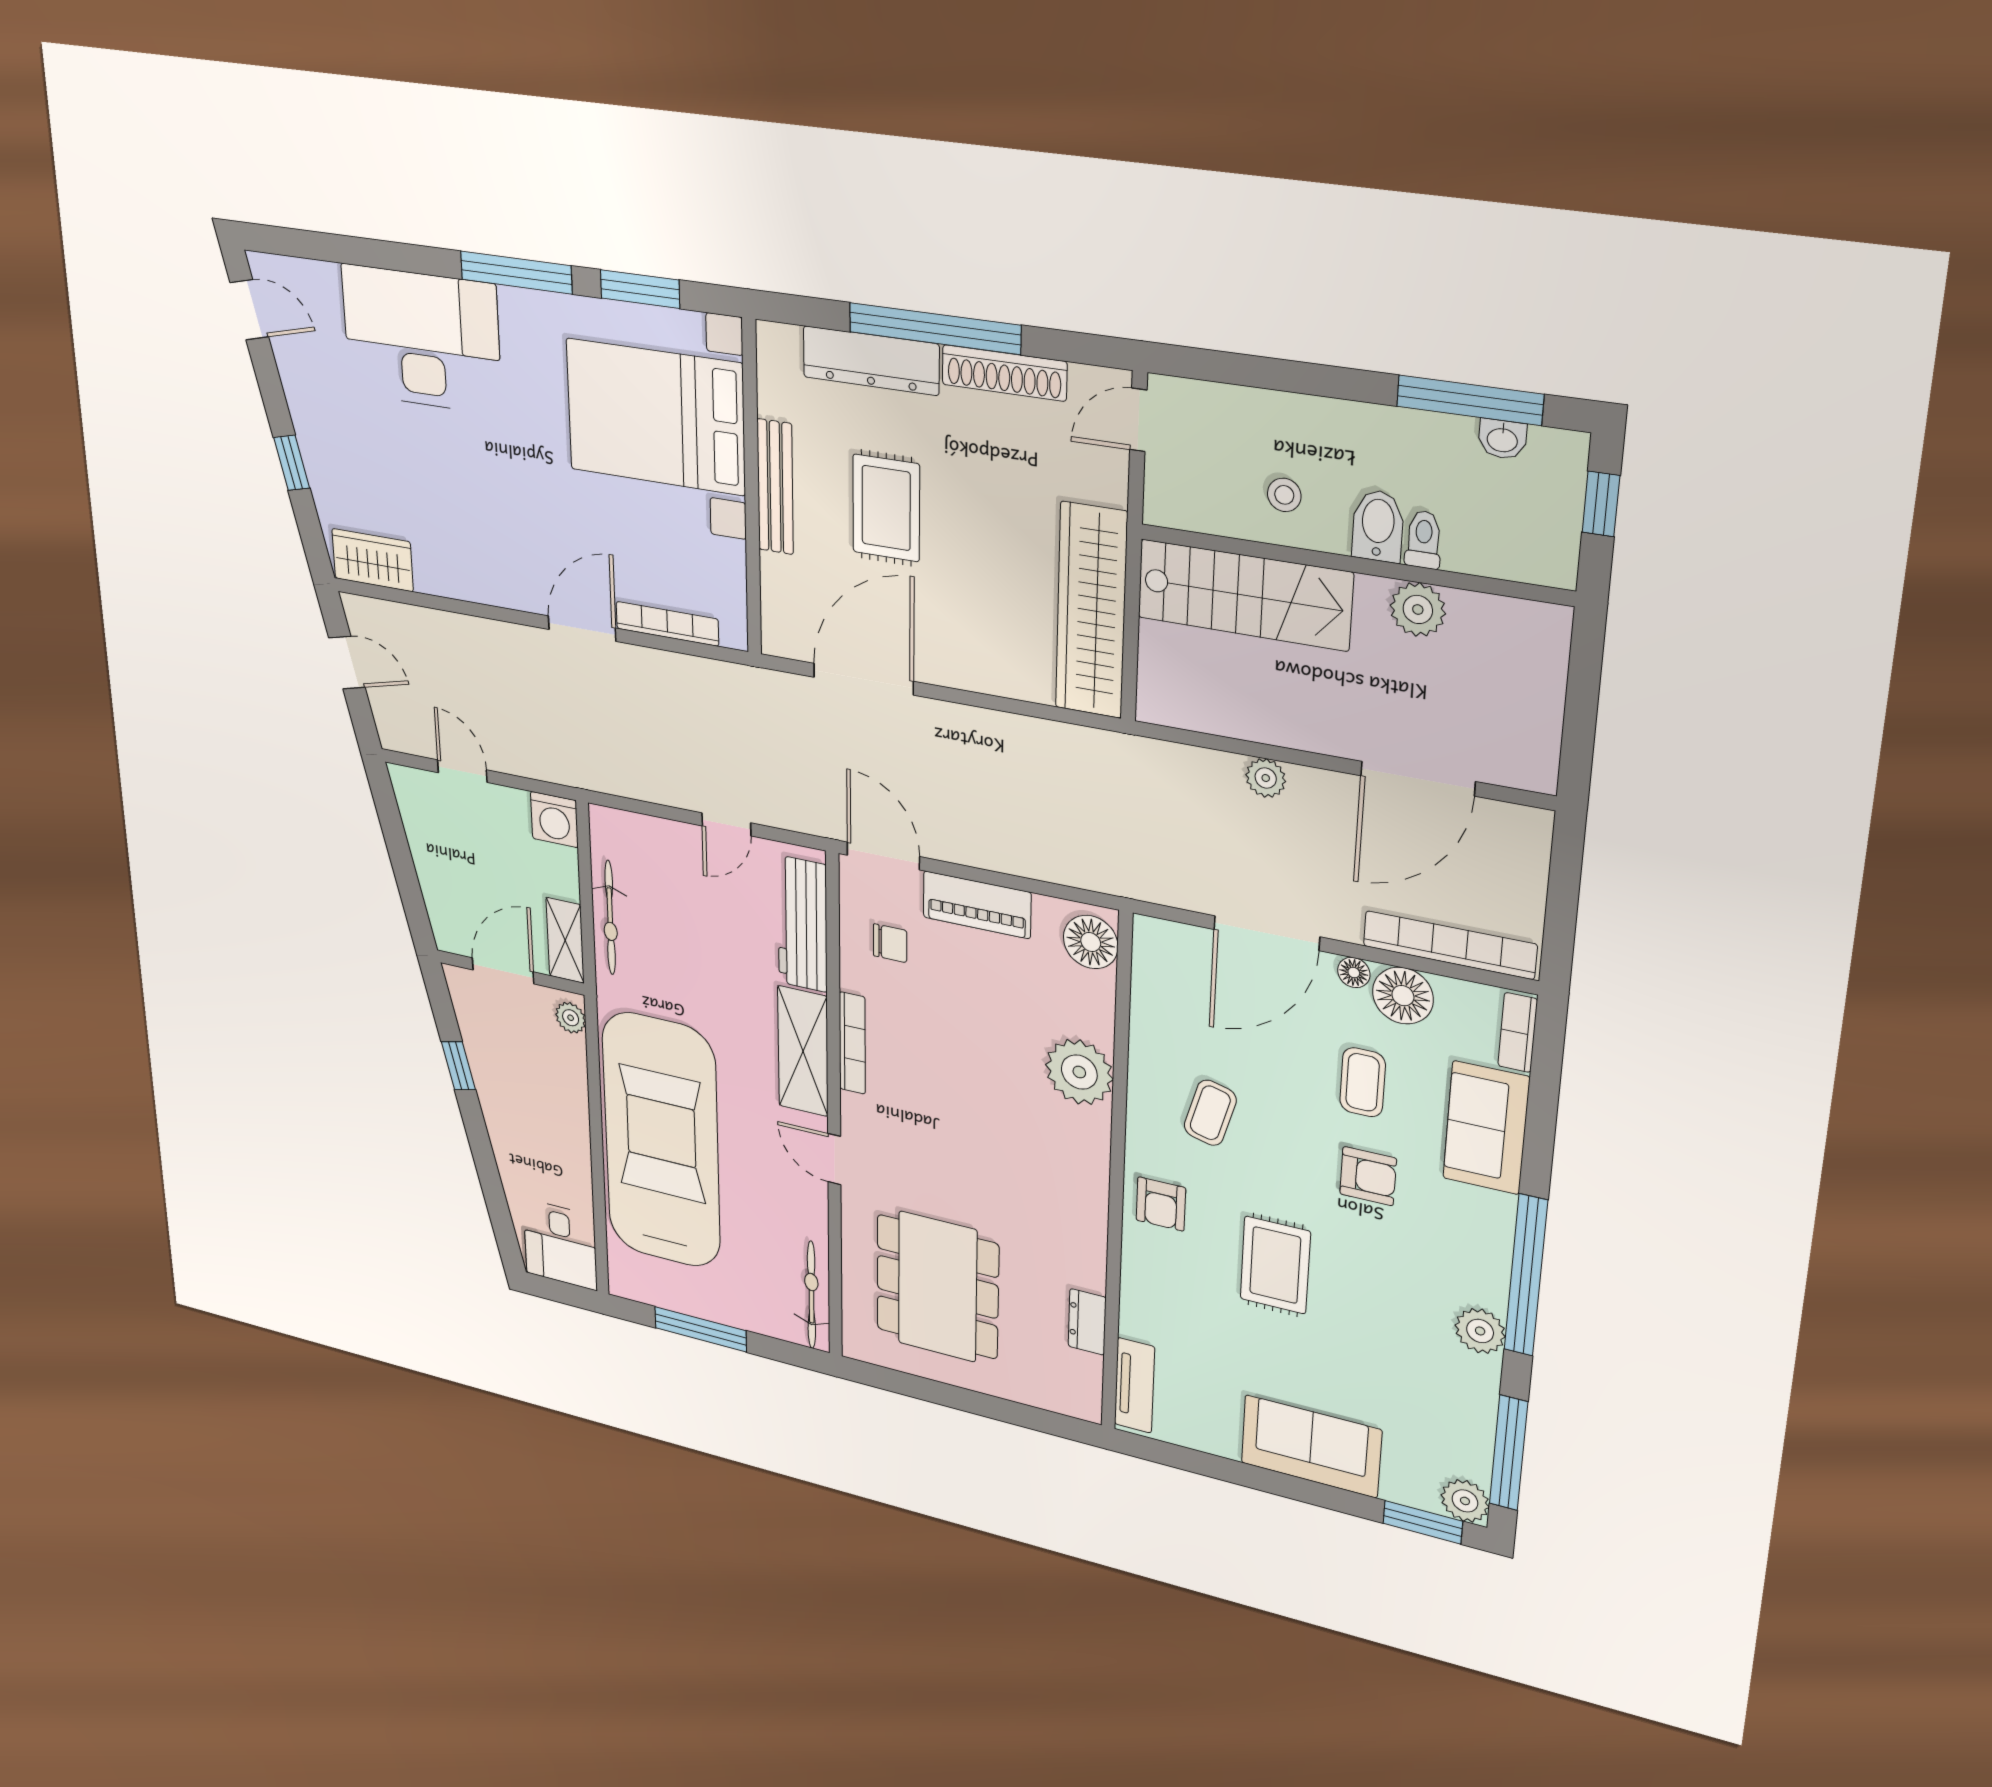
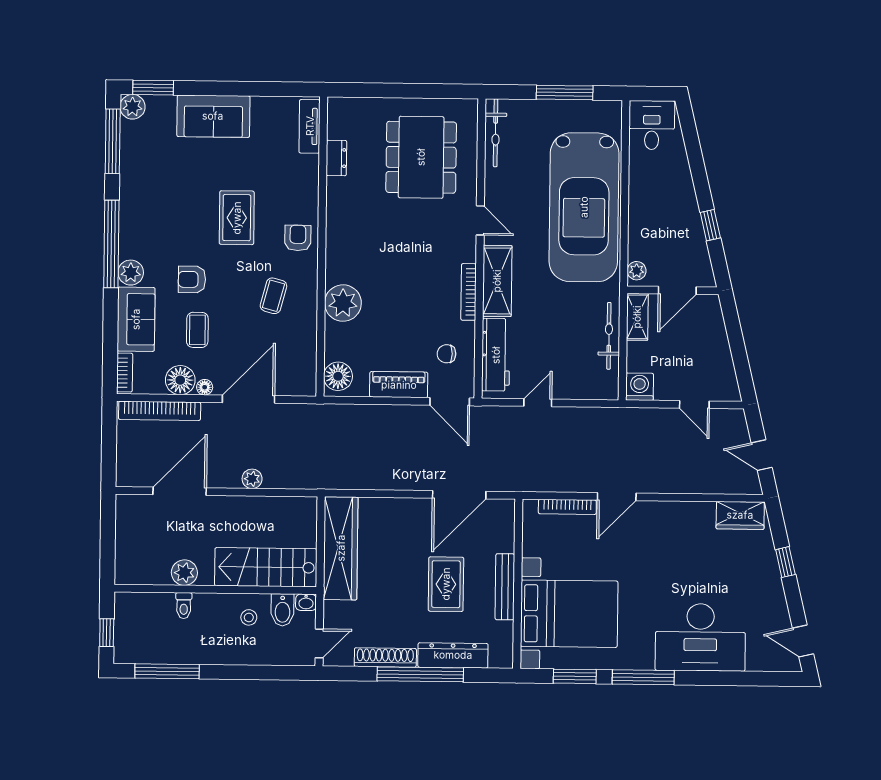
washbasin: (1502, 439) -> (306, 602), moved, turned 180
bidet: (1378, 526) -> (283, 610), moved
plant: (1480, 1331) -> (131, 273), moved

